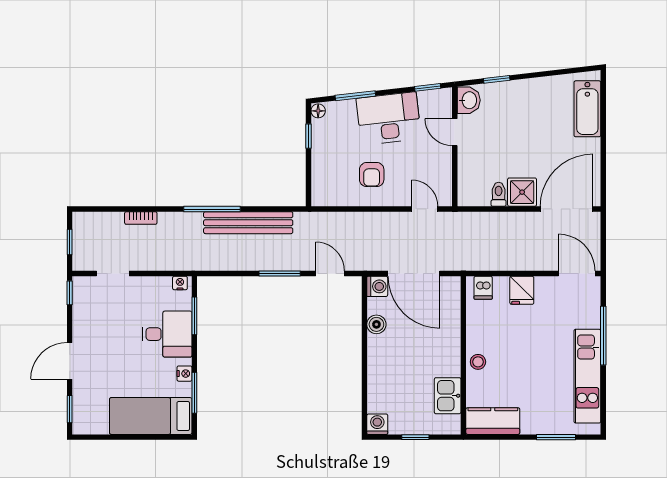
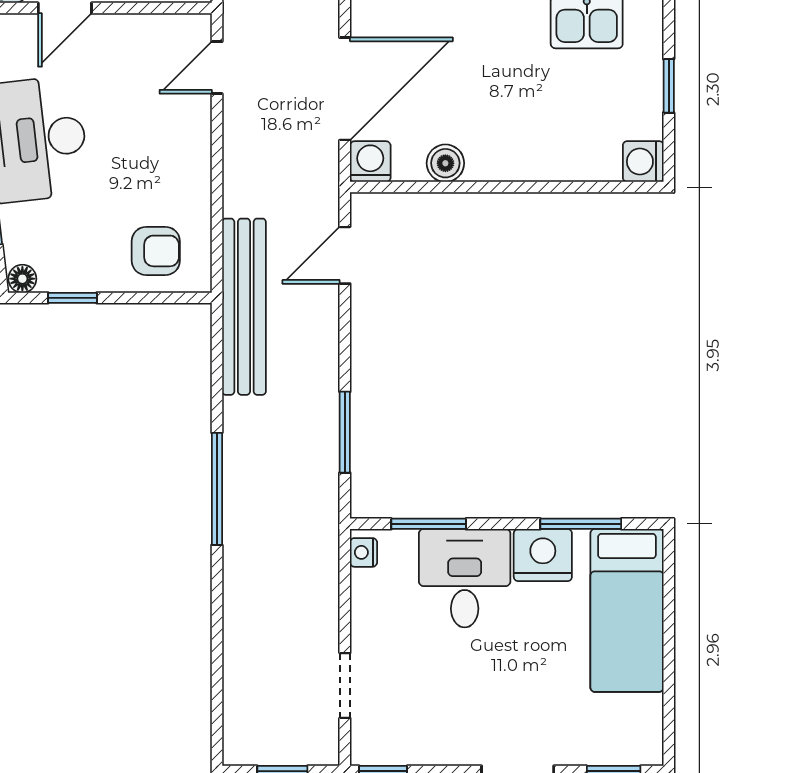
armchair: (372, 175) -> (156, 251), moved
bookcase: (141, 218) -> (235, 630), removed
bench: (248, 223) -> (244, 307), moved
window: (280, 274) -> (345, 432), moved
nightstand: (184, 374) -> (543, 555), width x1.89, depth x1.79

